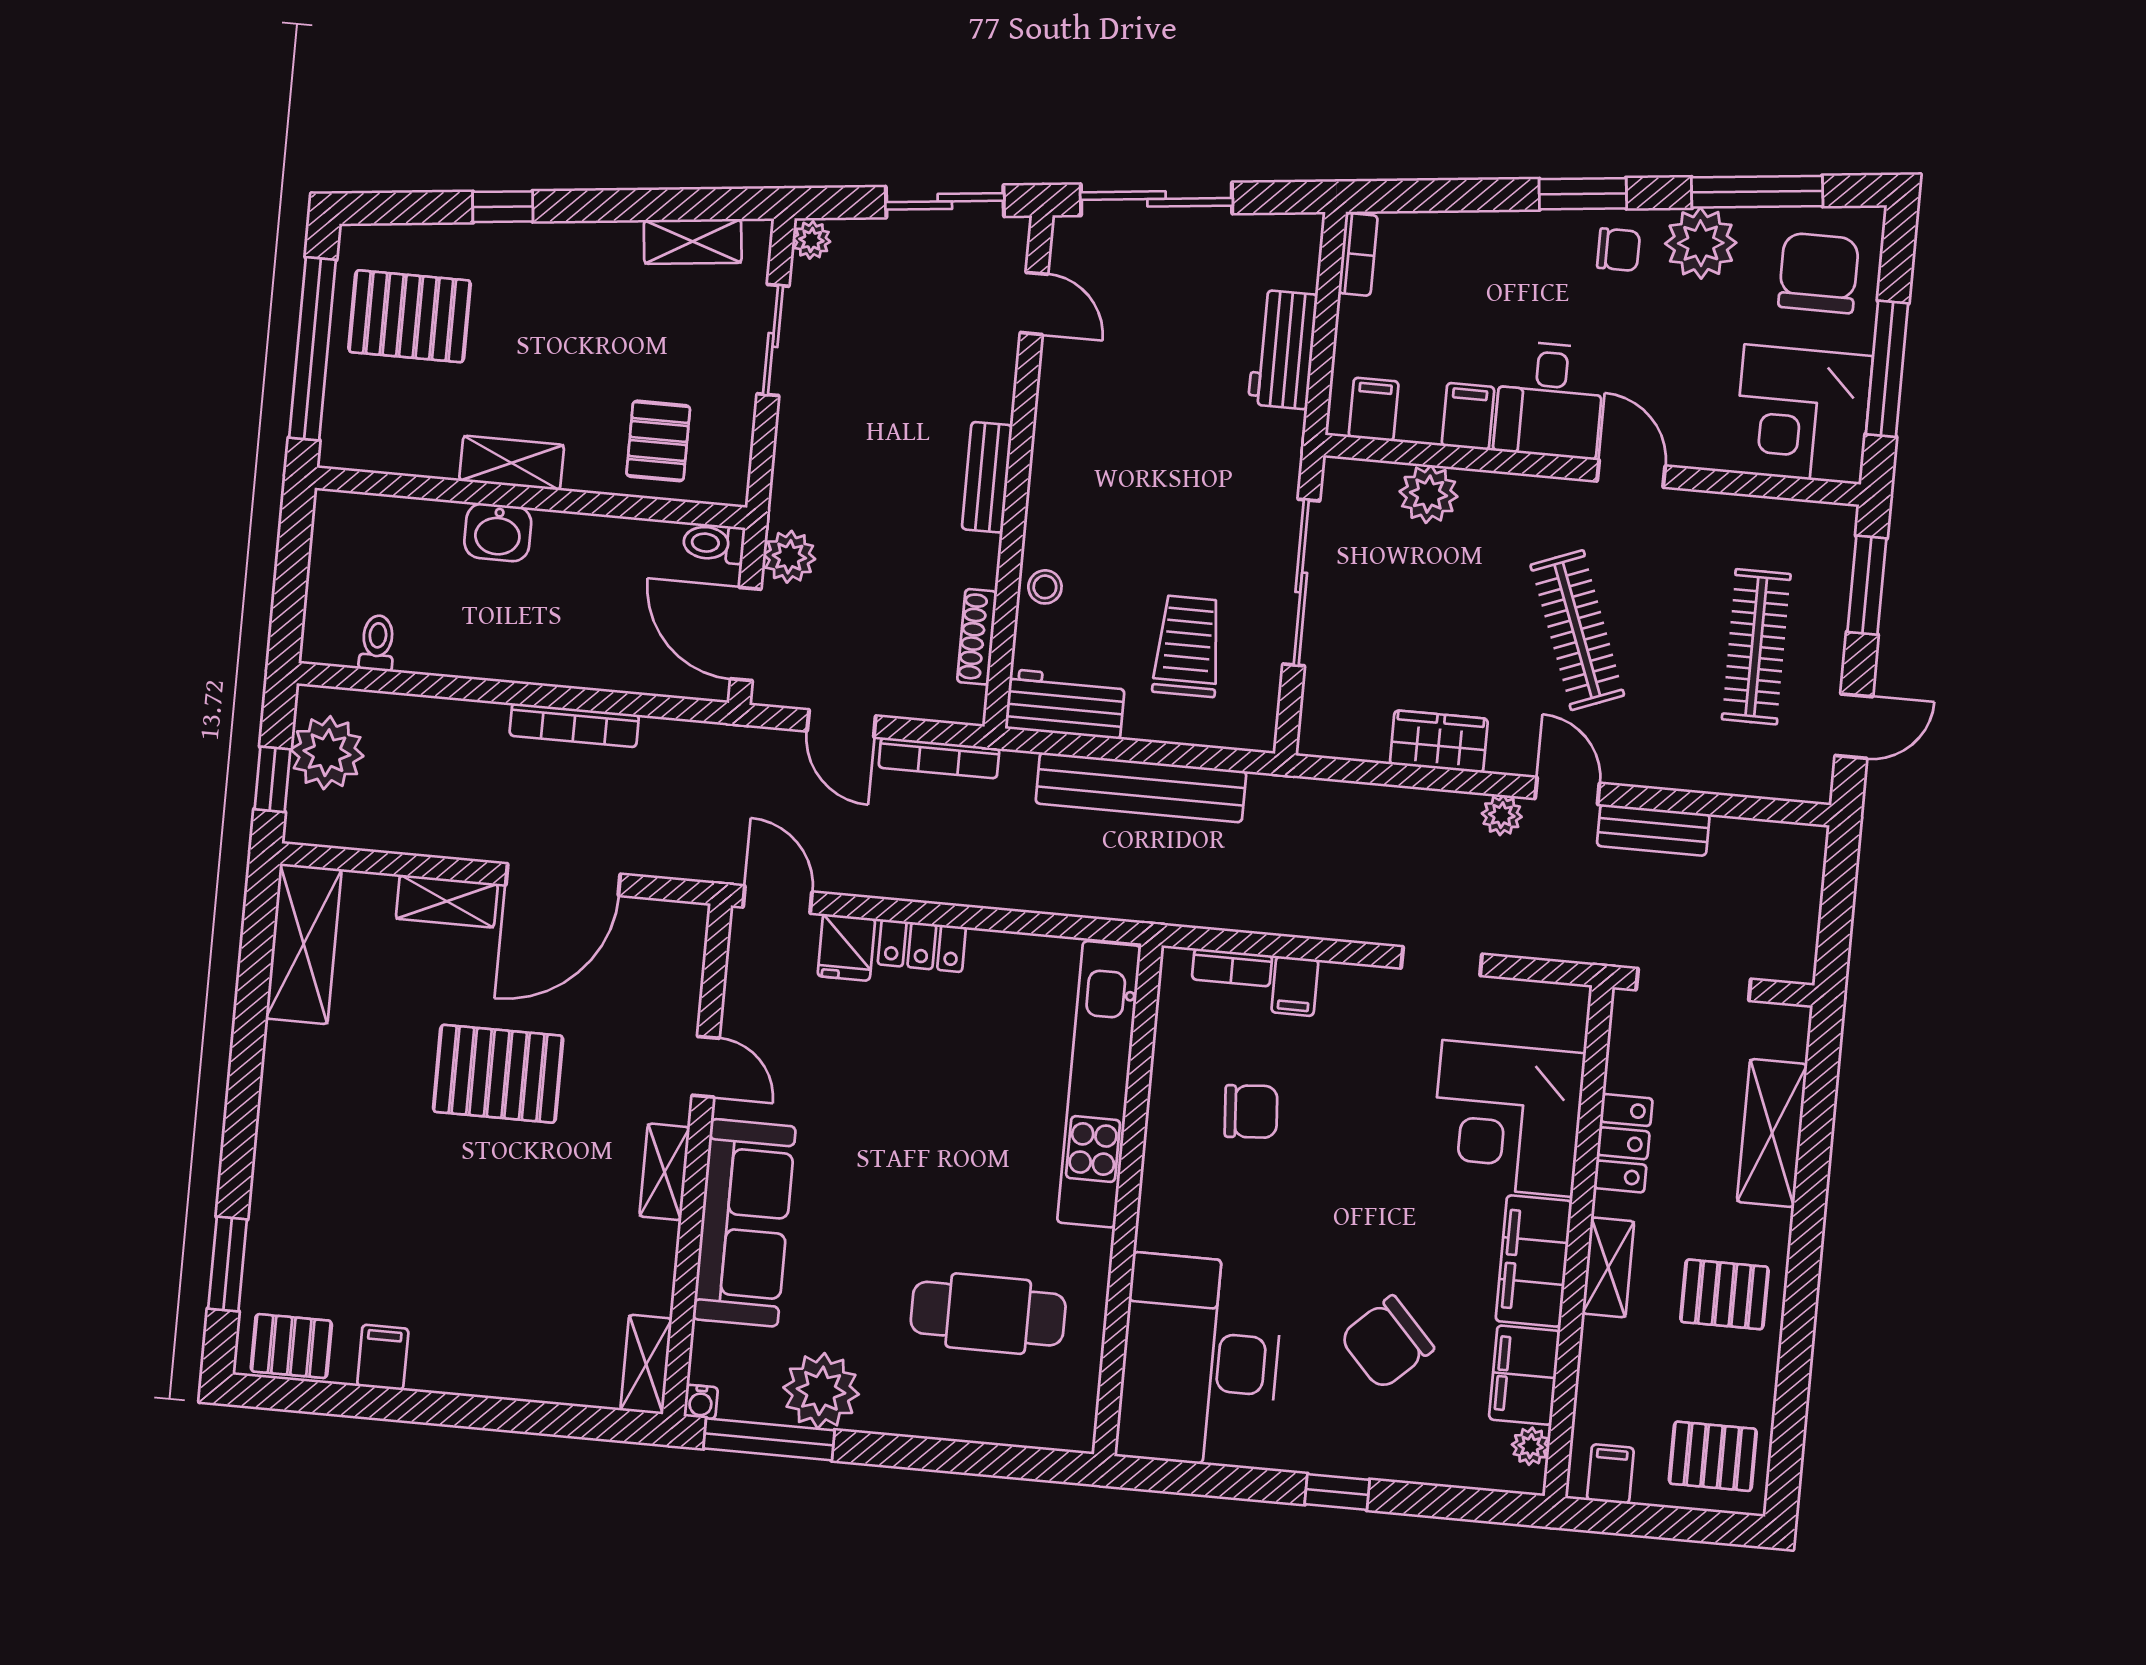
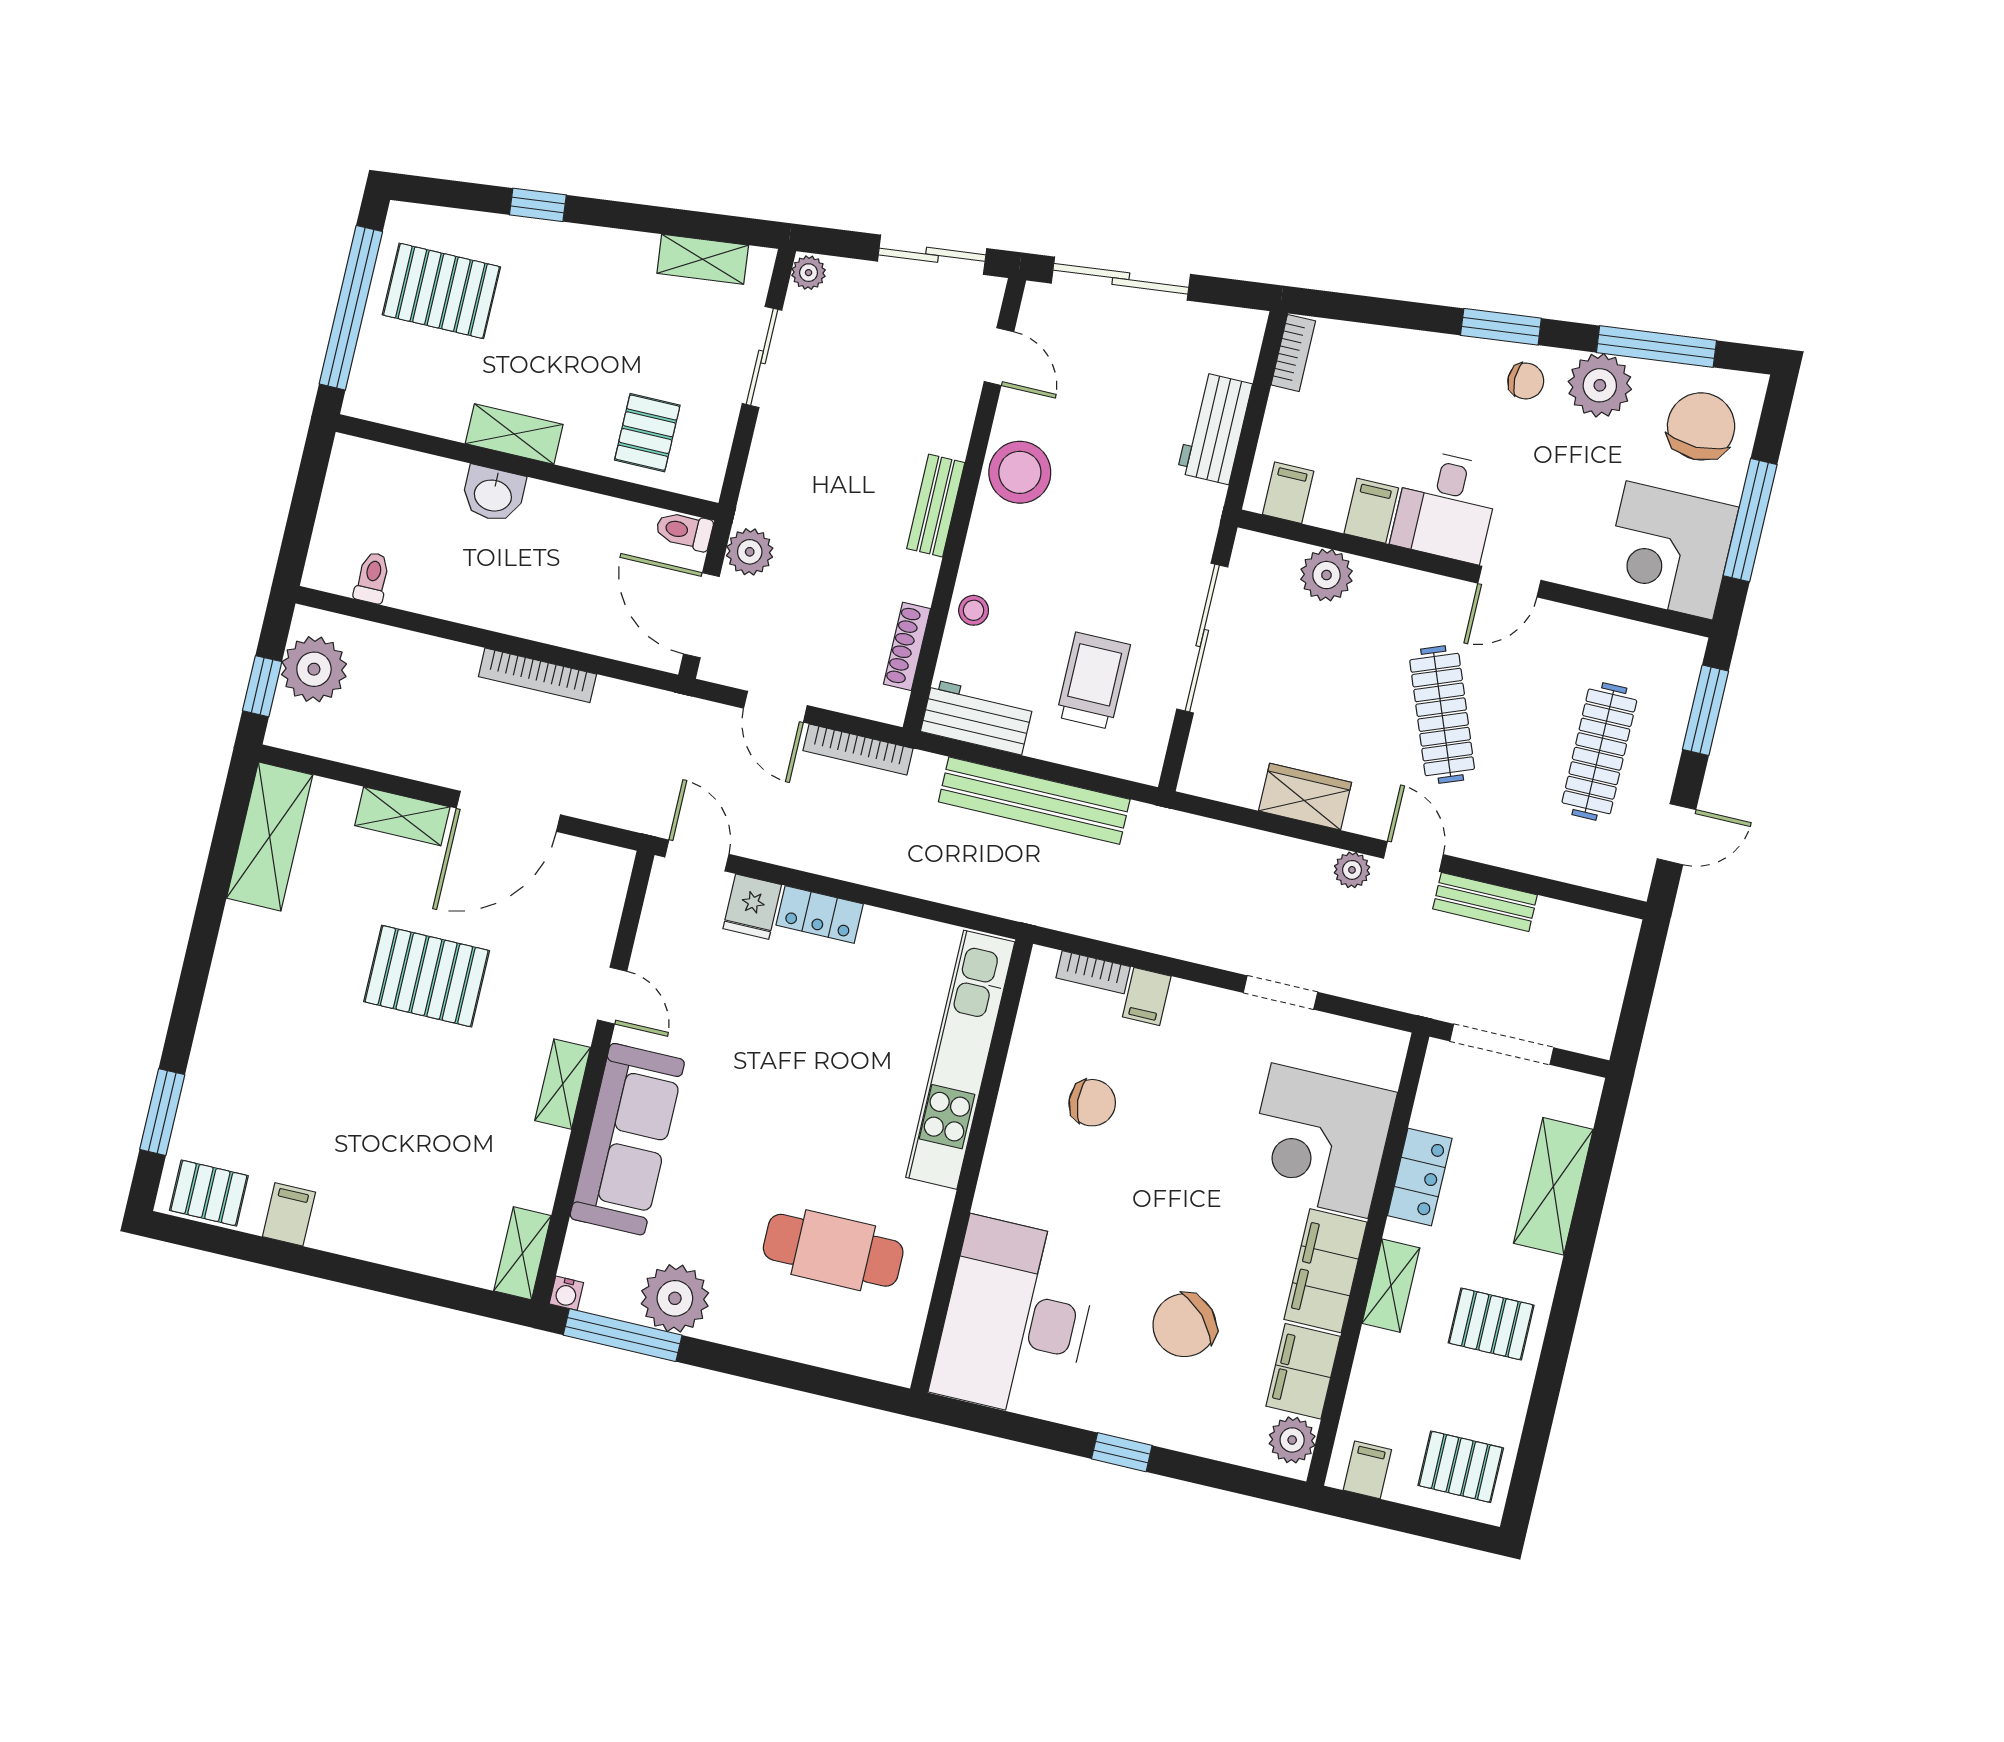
stool: (1075, 428) -> (1020, 472), added
door: (1631, 473) -> (1509, 582), swing flipped
plant: (1531, 1446) -> (1292, 1440), width x1.38, depth x1.38

